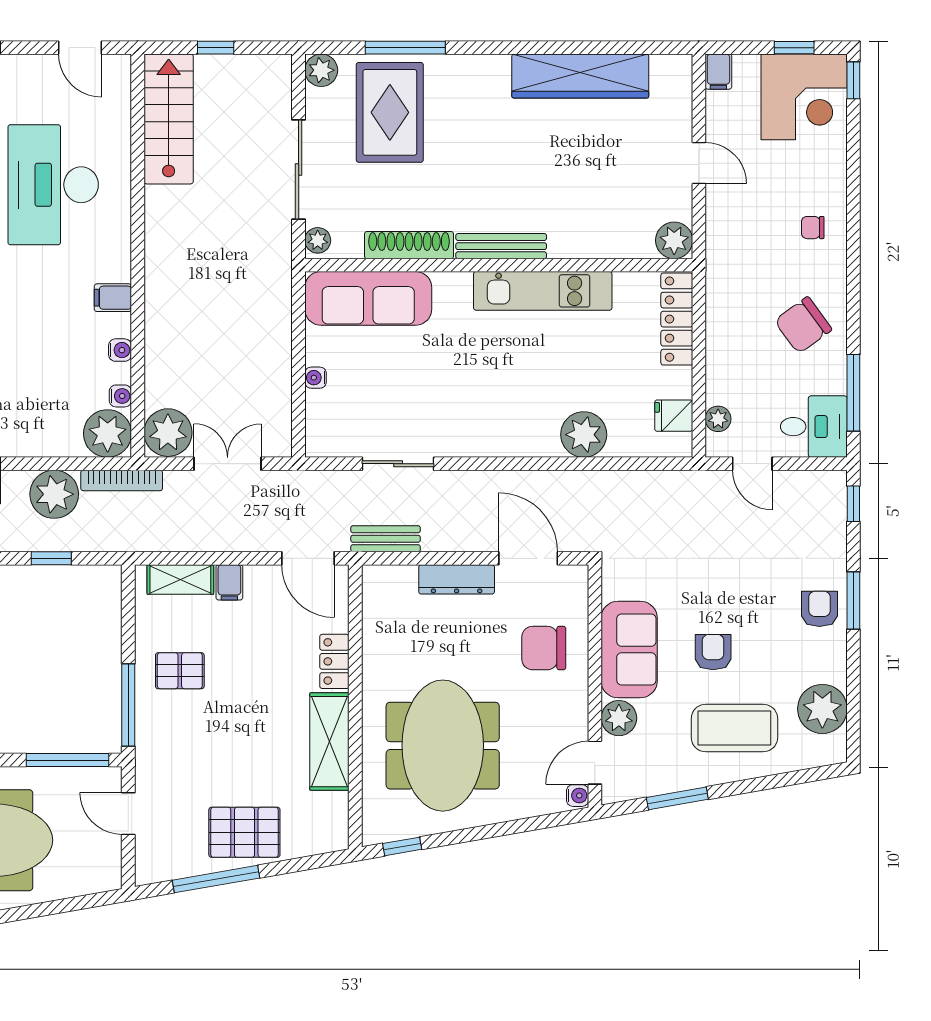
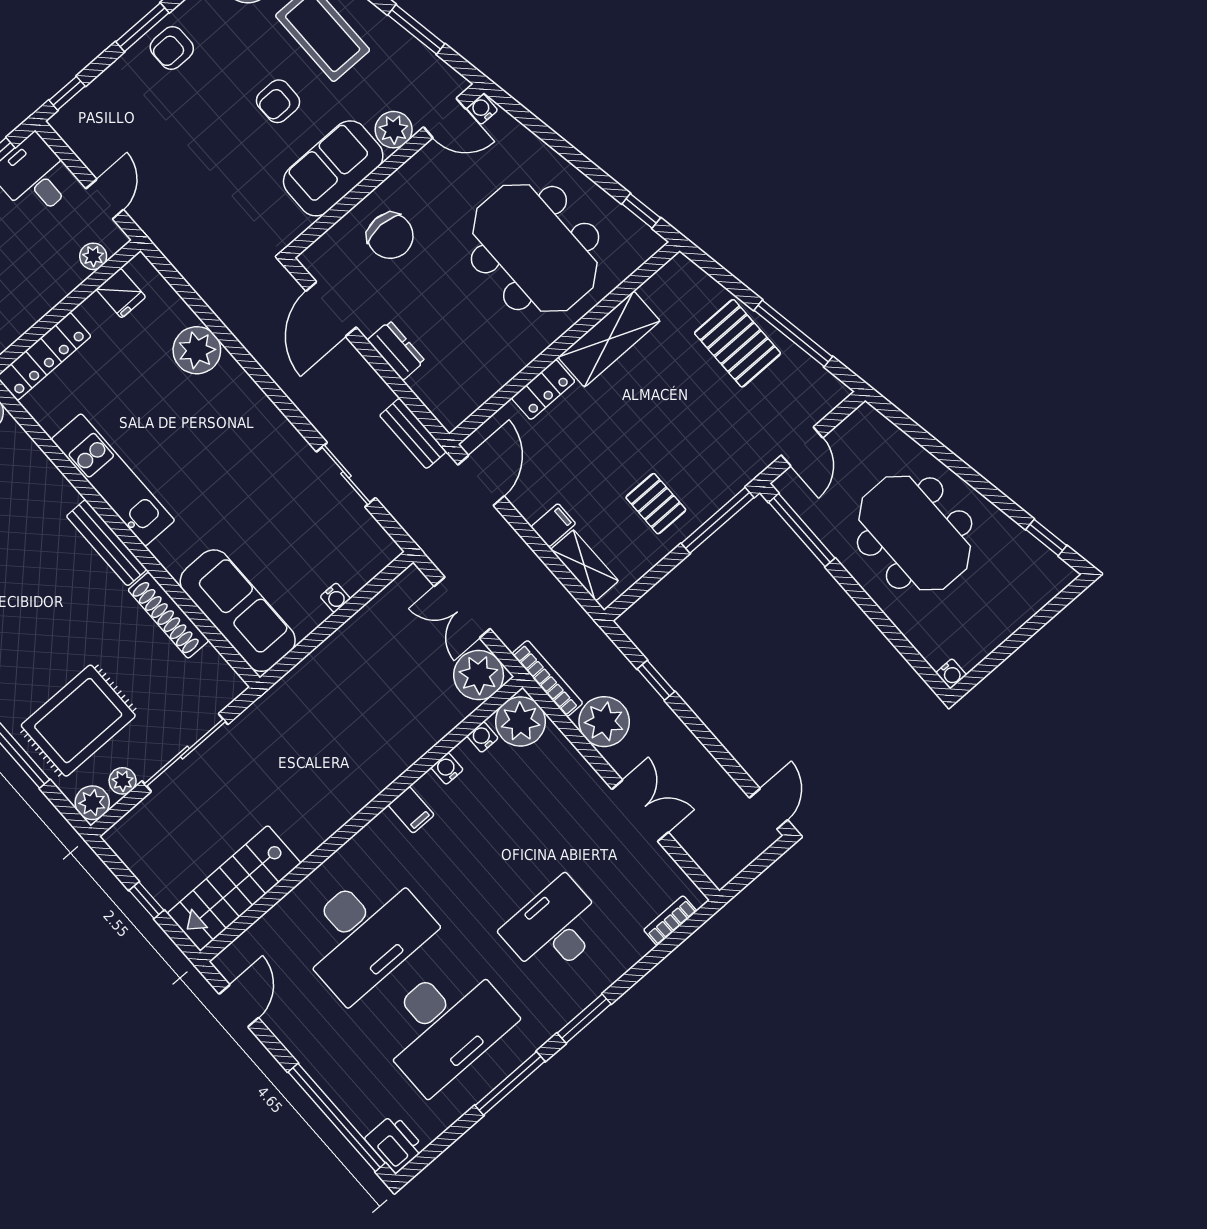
plant: (318, 240) -> (123, 781), moved
dresser: (457, 579) -> (396, 350), width x0.70
meeting table: (443, 746) -> (535, 248), turned 90

